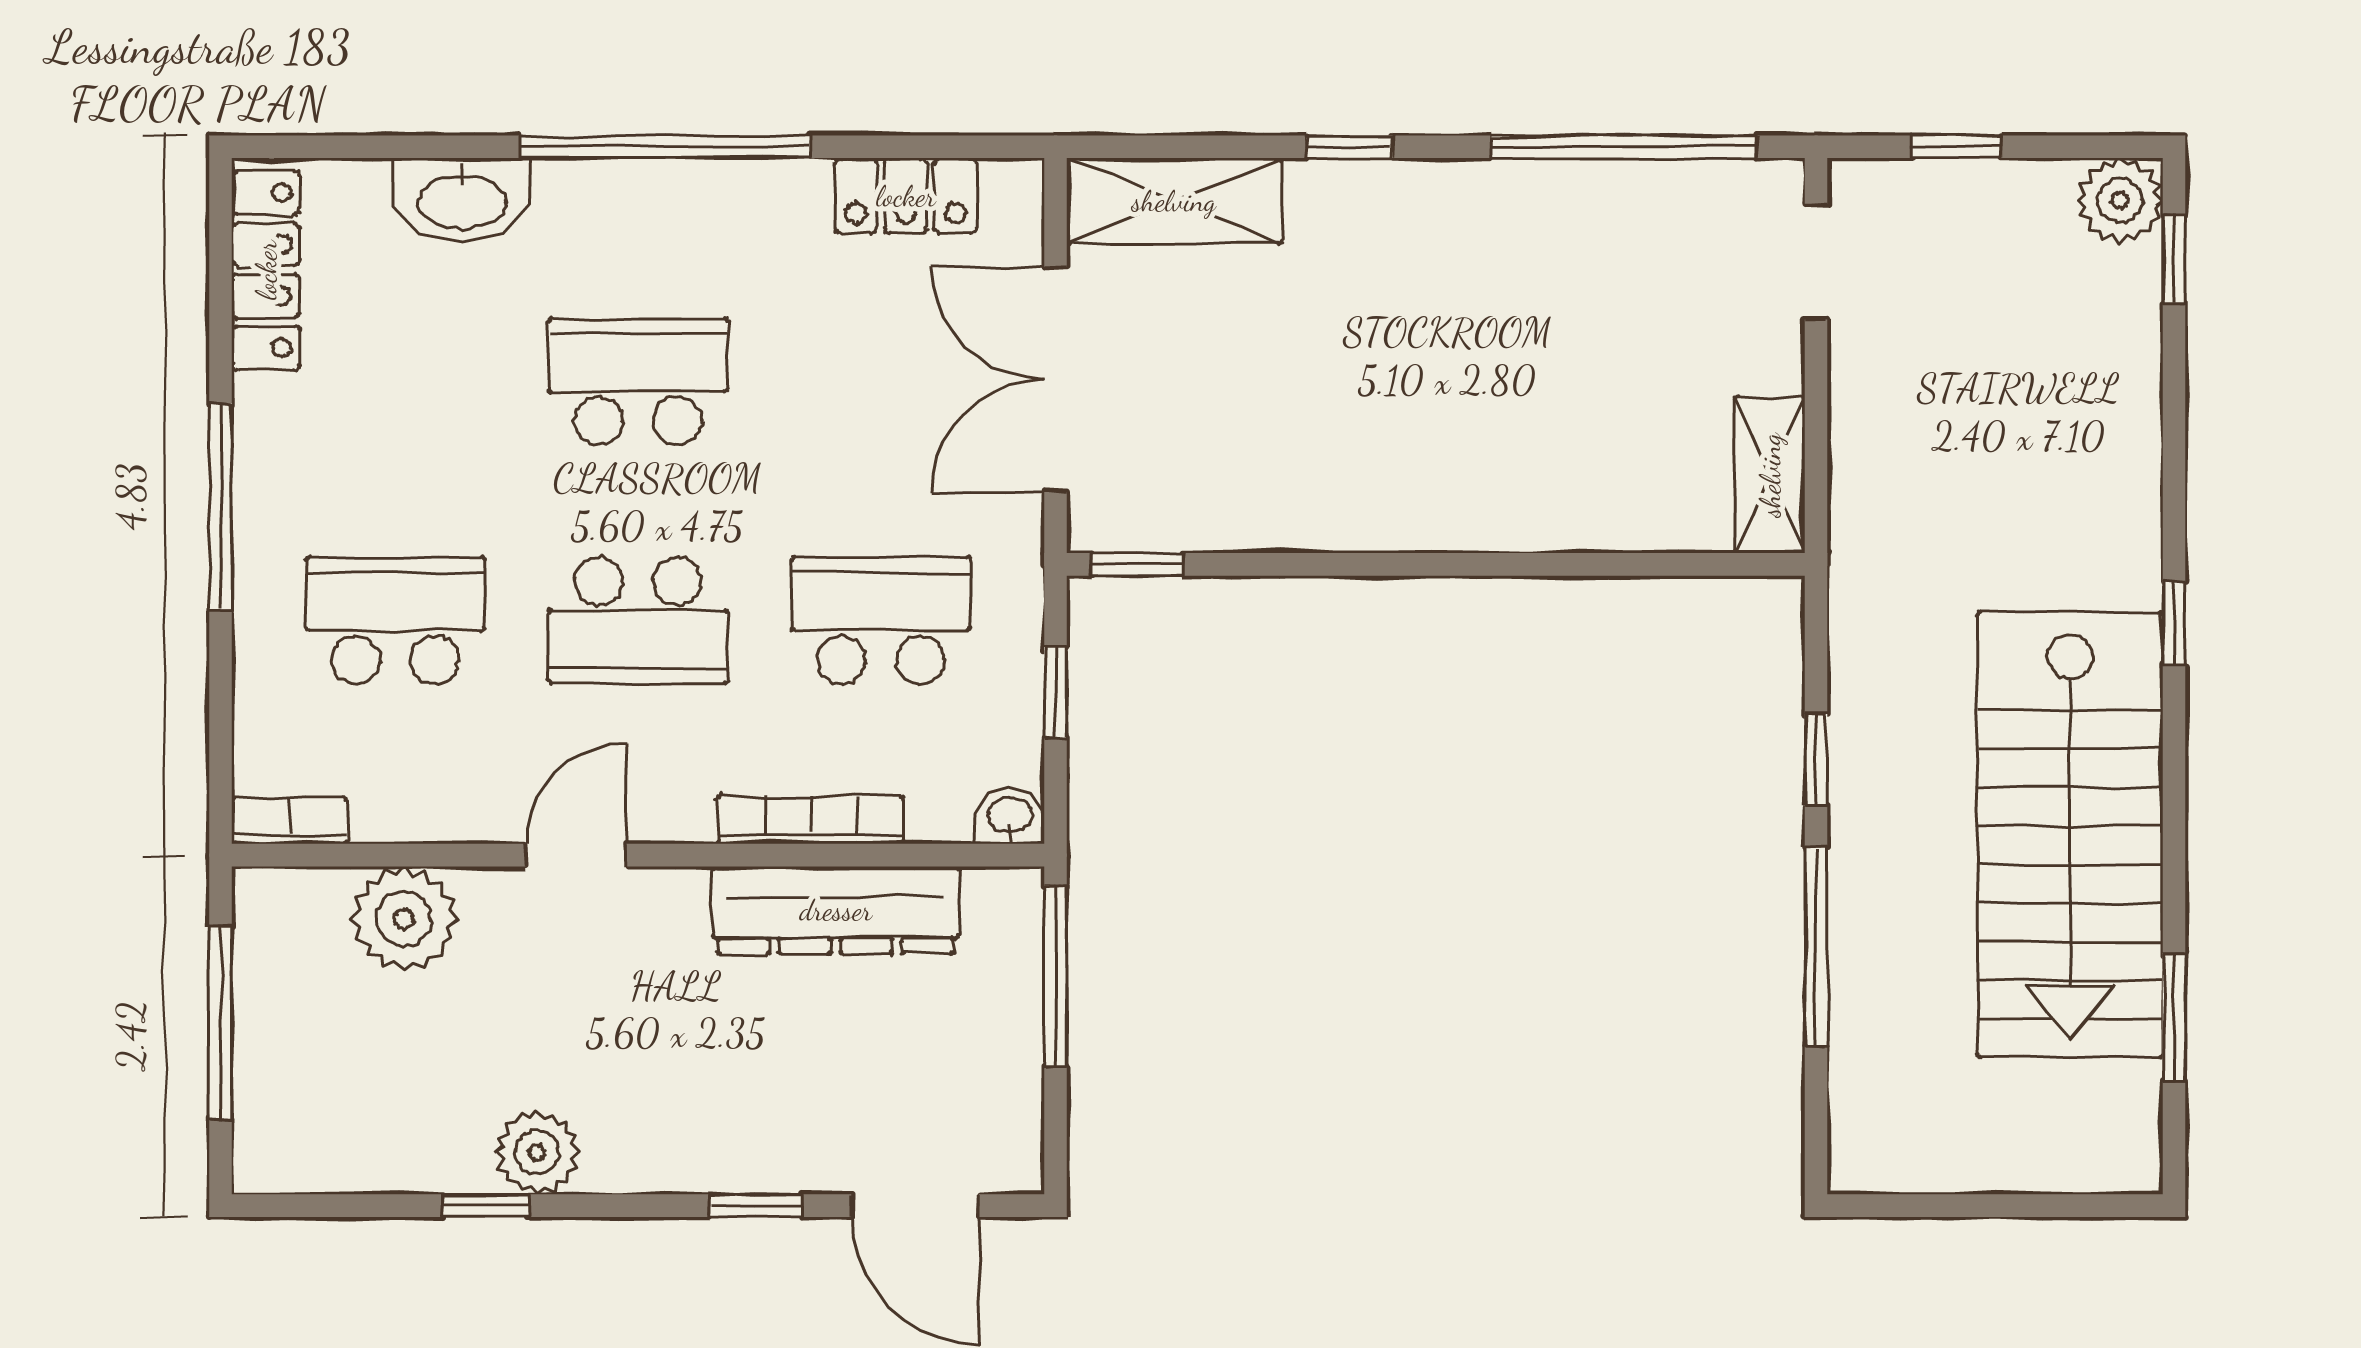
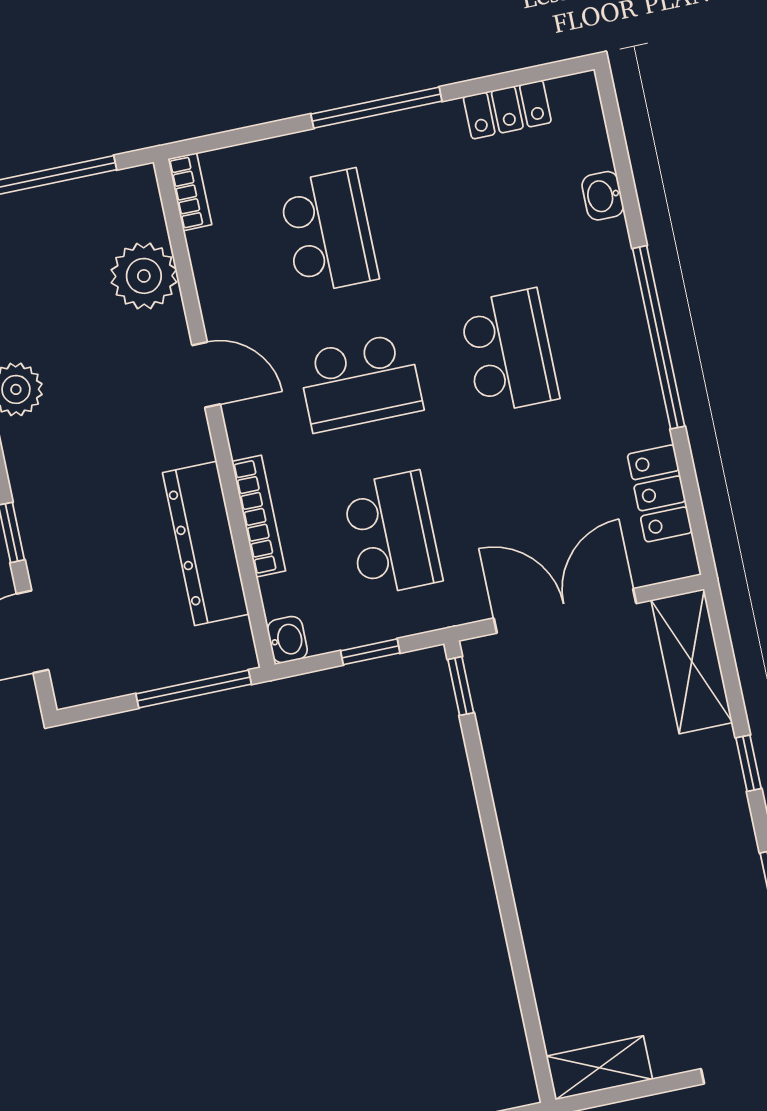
washbasin: (462, 200) -> (603, 196), width x0.52, depth x0.69
locker: (266, 270) -> (507, 110), width x0.66
school desk: (638, 620) -> (360, 382), turned -90

